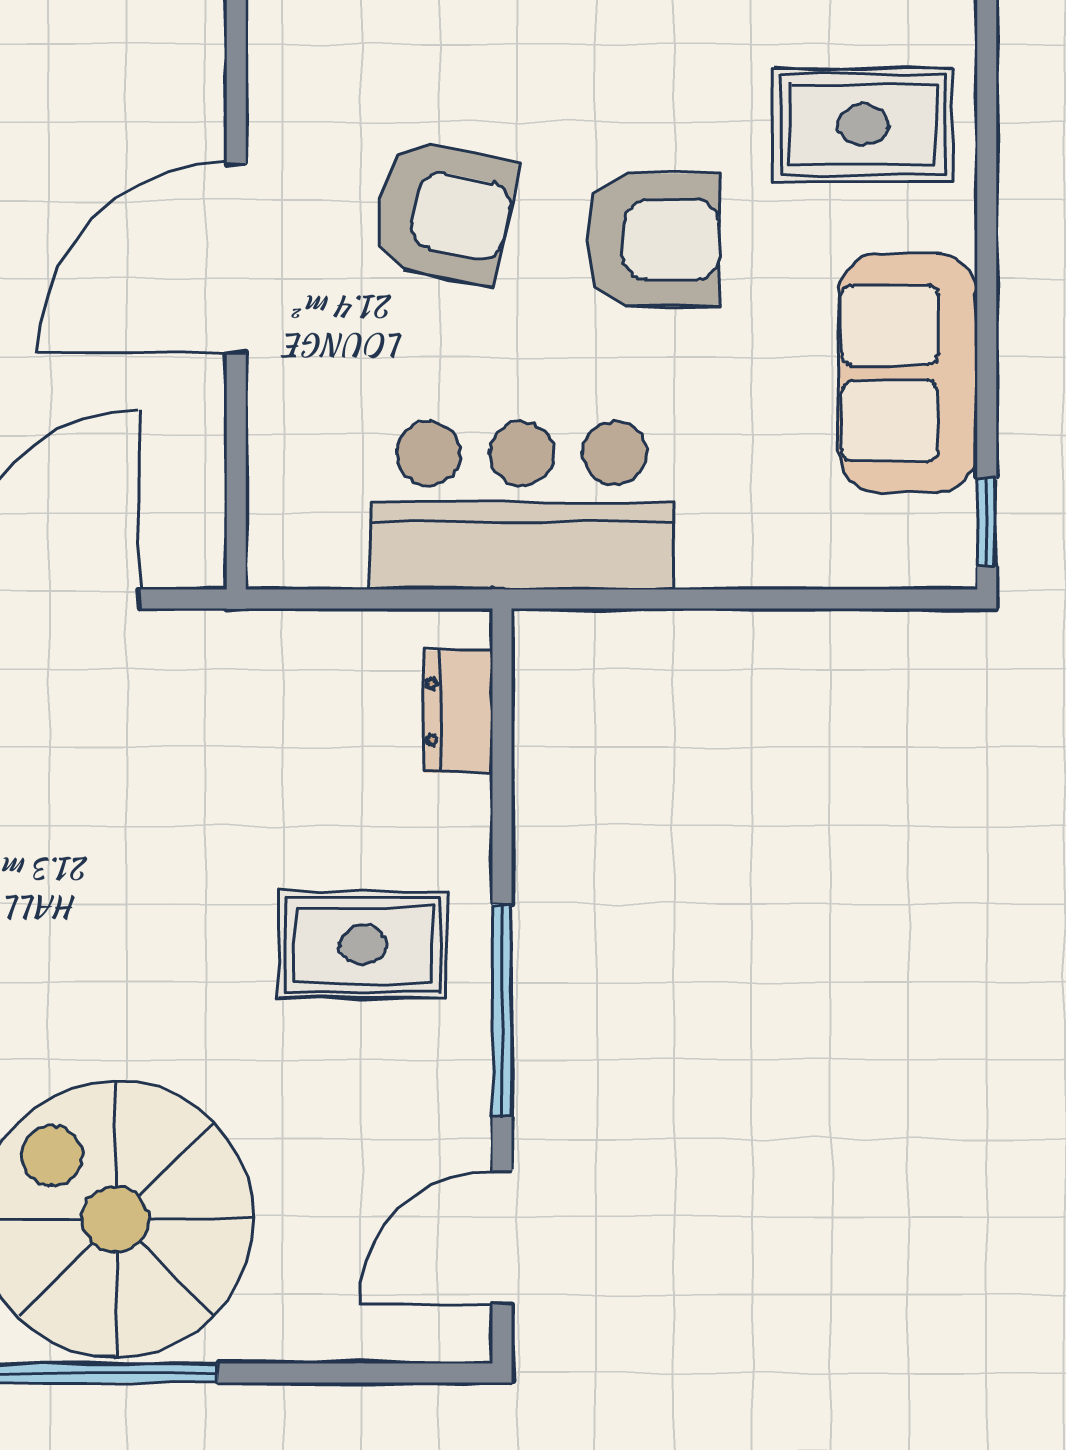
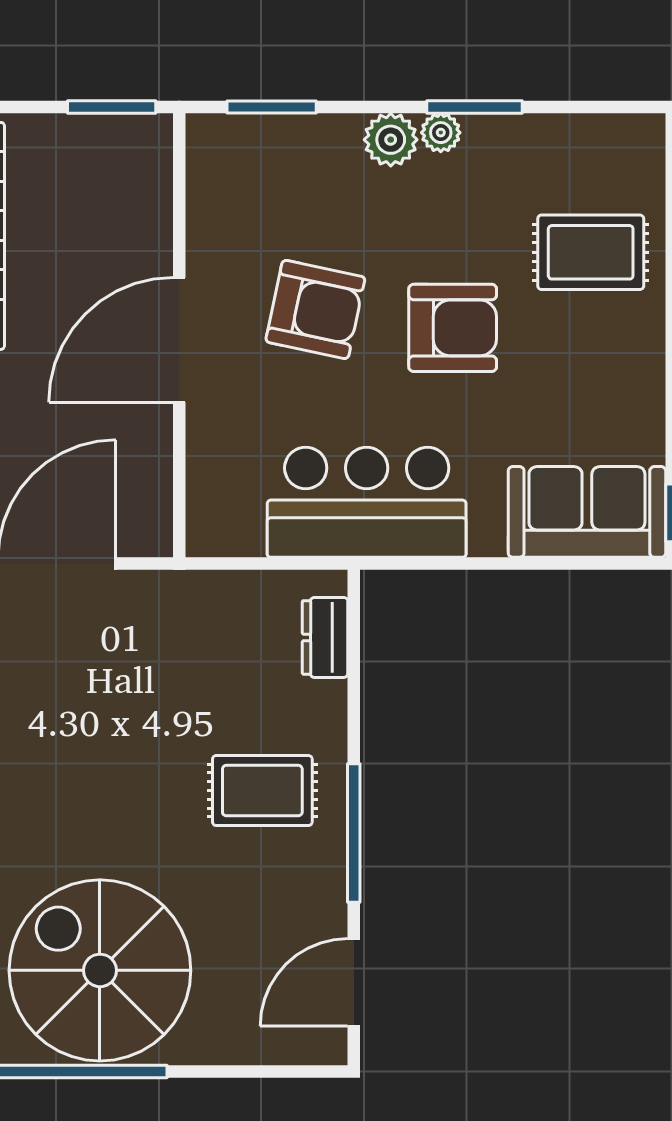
sofa: (908, 373) -> (587, 512), moved, turned 90

